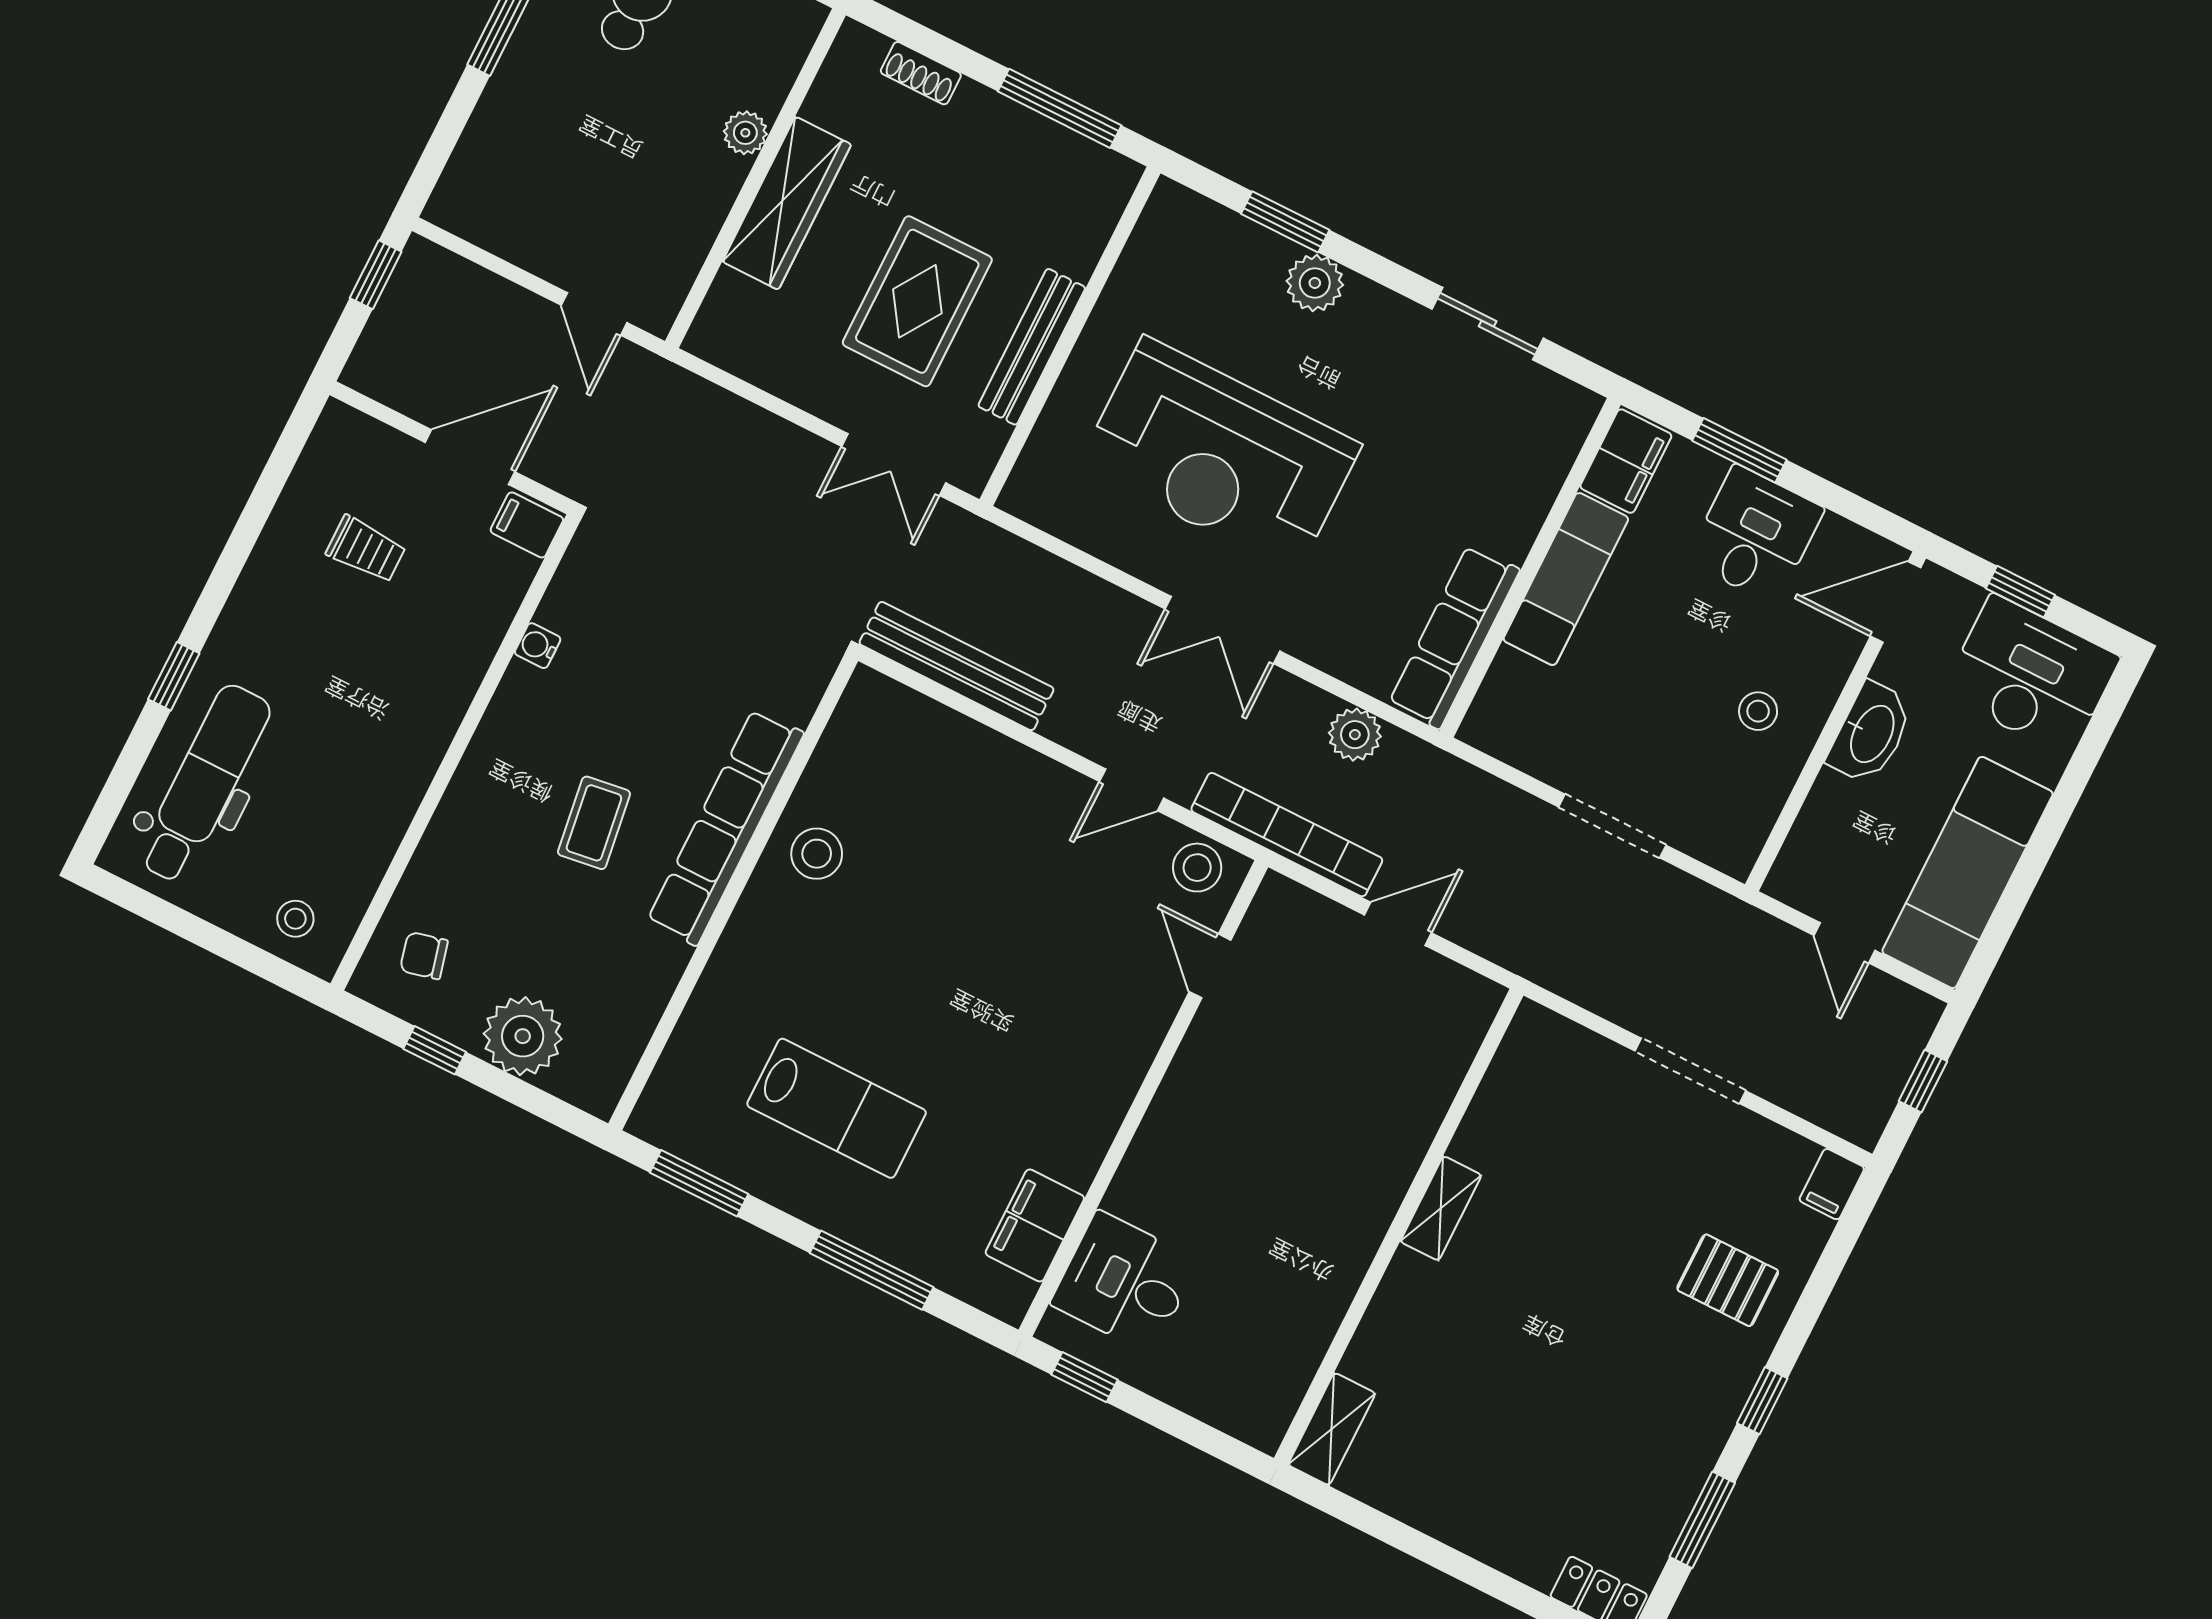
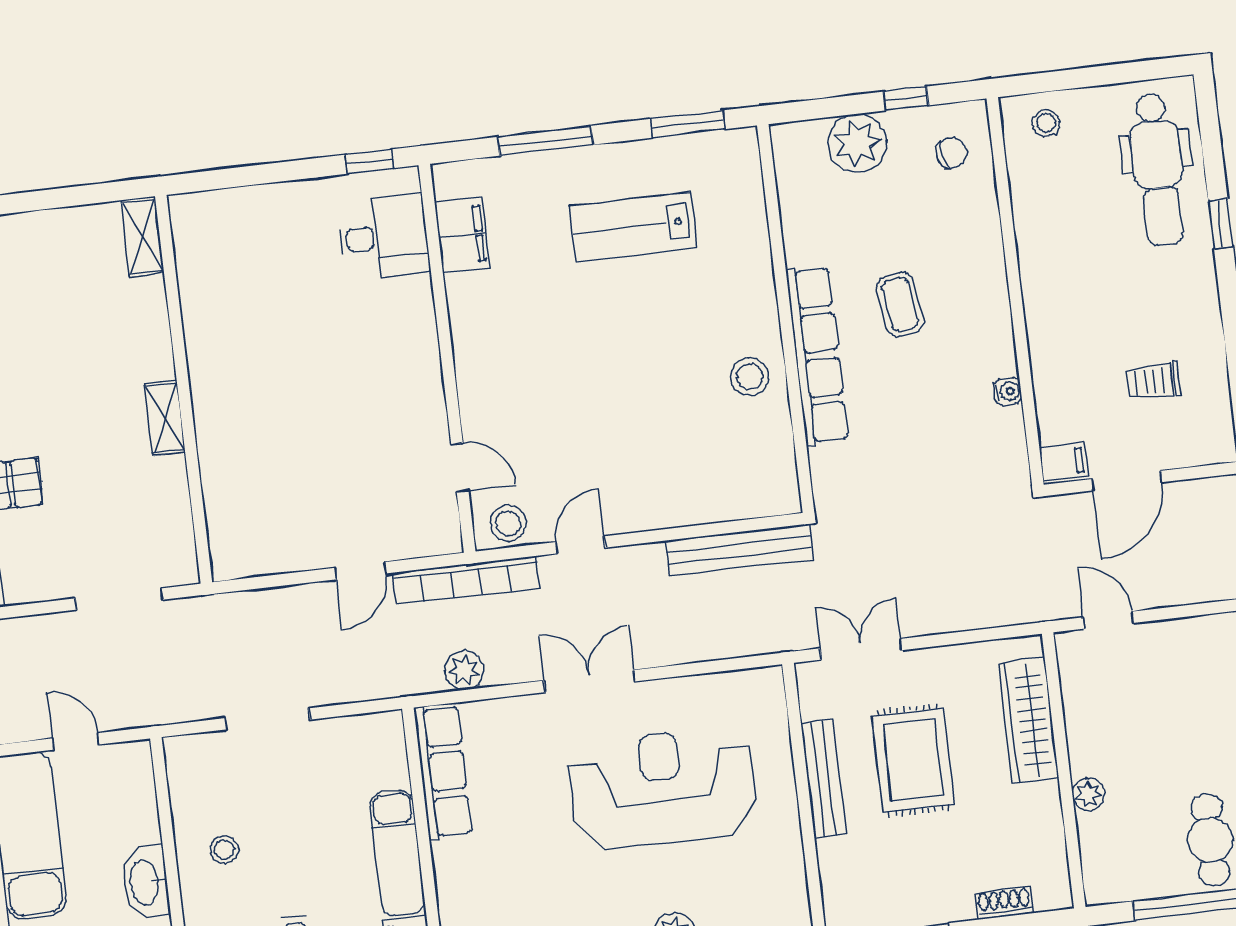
wardrobe: (787, 203) -> (1029, 721), moved
shelving: (1441, 1208) -> (165, 418), moved
wall: (1399, 1227) -> (184, 389), moved
shelving: (1332, 1429) -> (142, 237), moved

